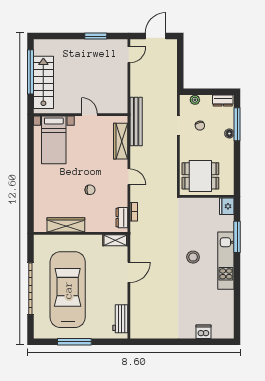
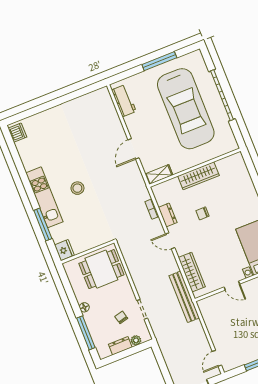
dresser: (223, 101) -> (120, 346), moved
floor lamp: (229, 134) -> (84, 307), moved
dresser: (122, 218) -> (168, 215), moved
wardrobe: (66, 225) -> (198, 176), moved
dishwasher: (204, 332) -> (17, 133), moved, turned -90

